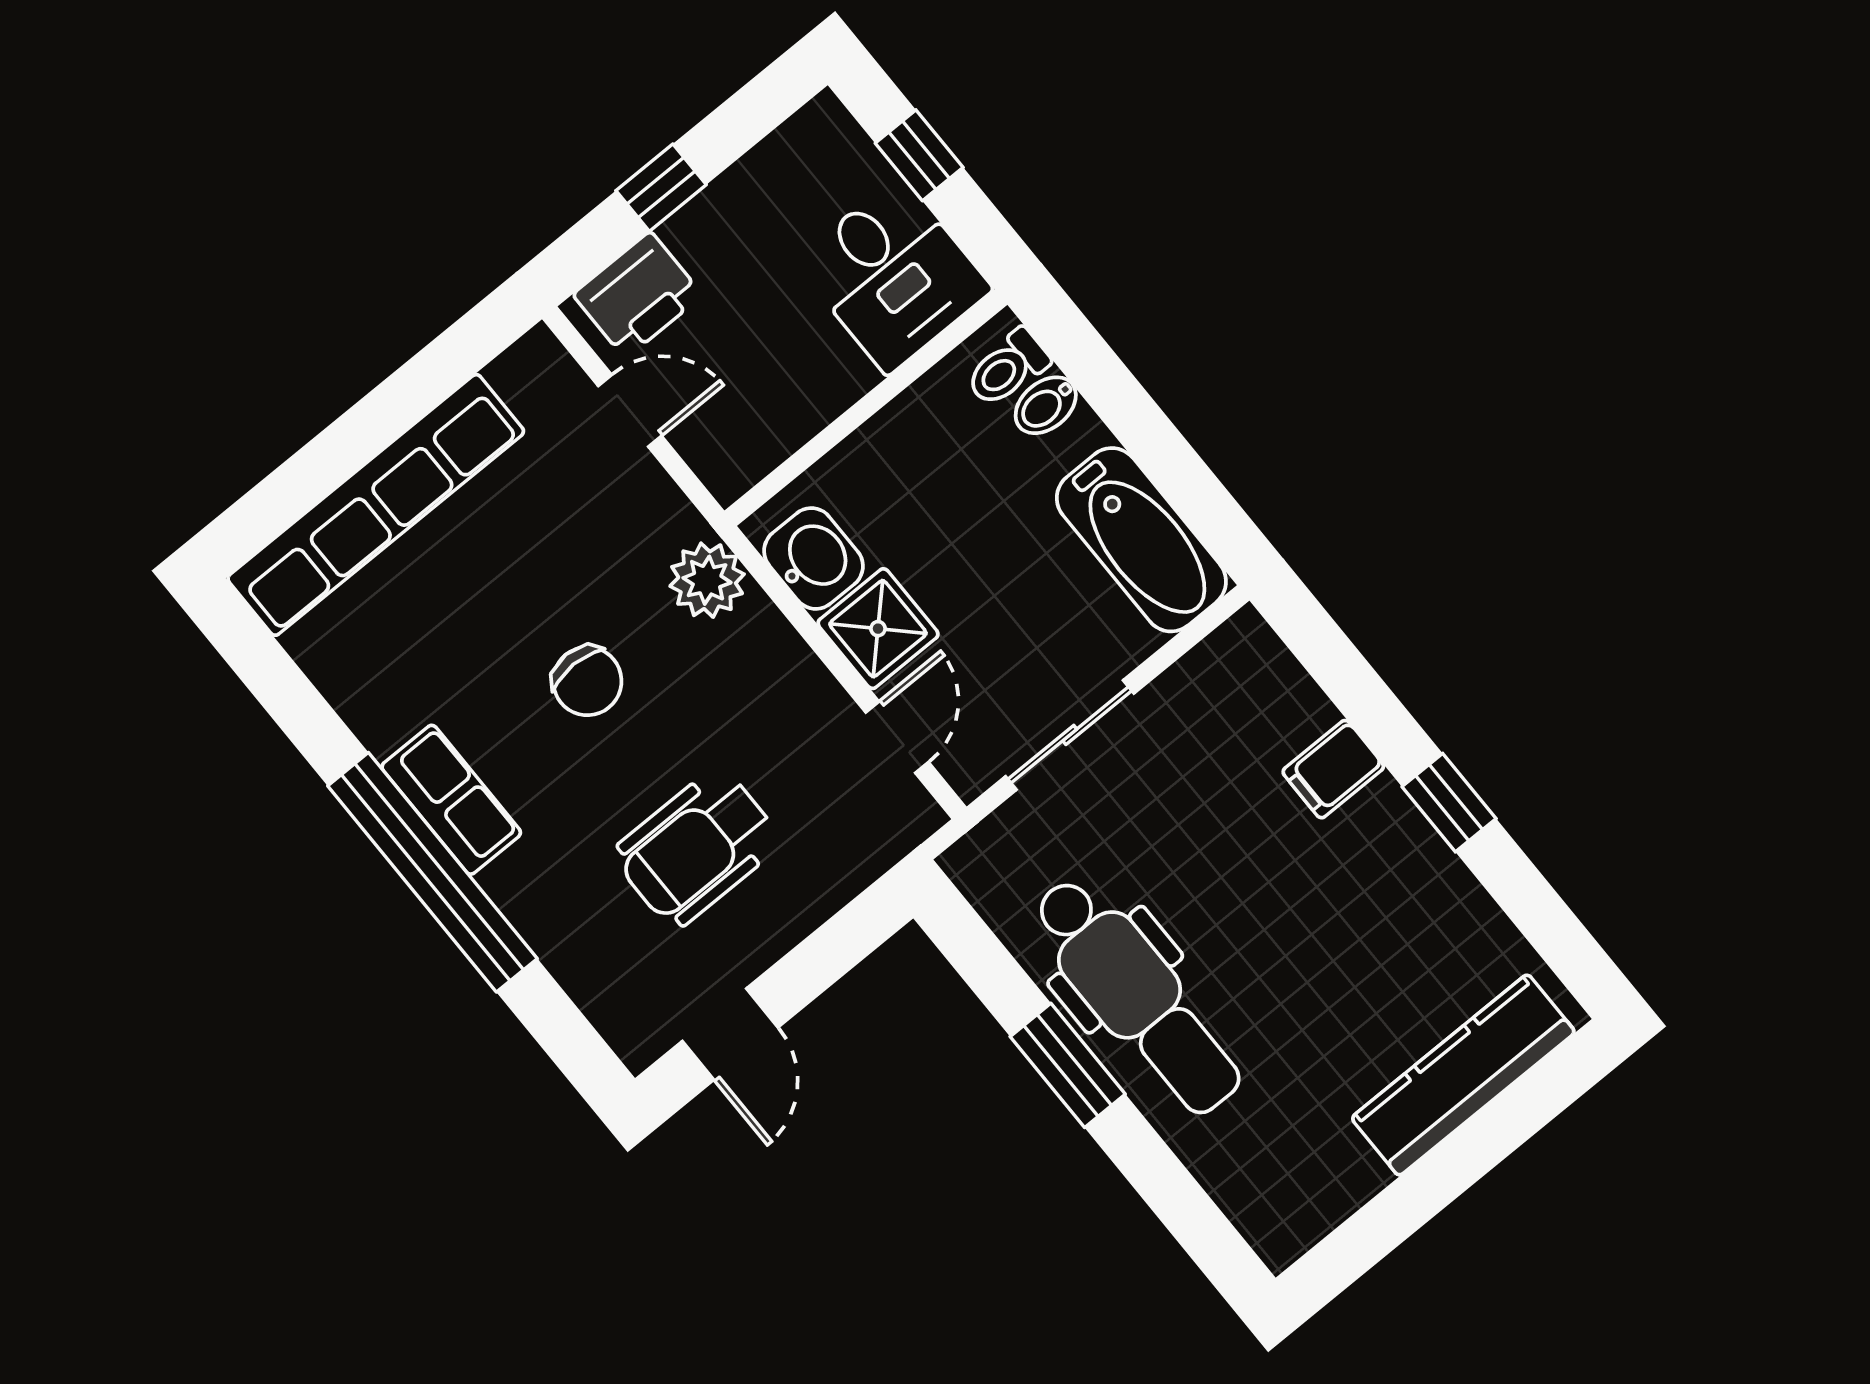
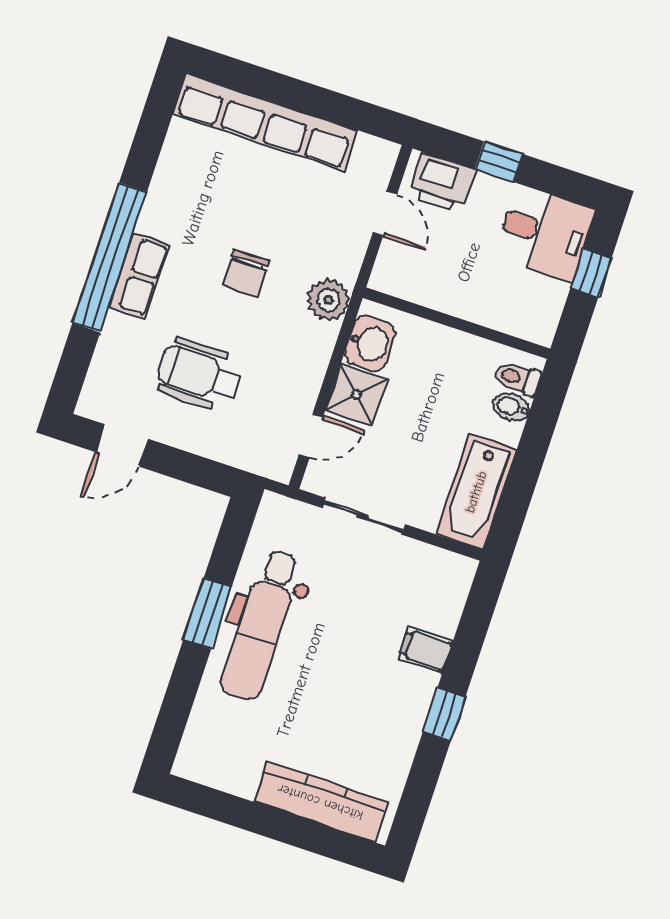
desk: (893, 275) -> (545, 233), moved, turned -90
row of seats: (451, 800) -> (139, 276), moved

